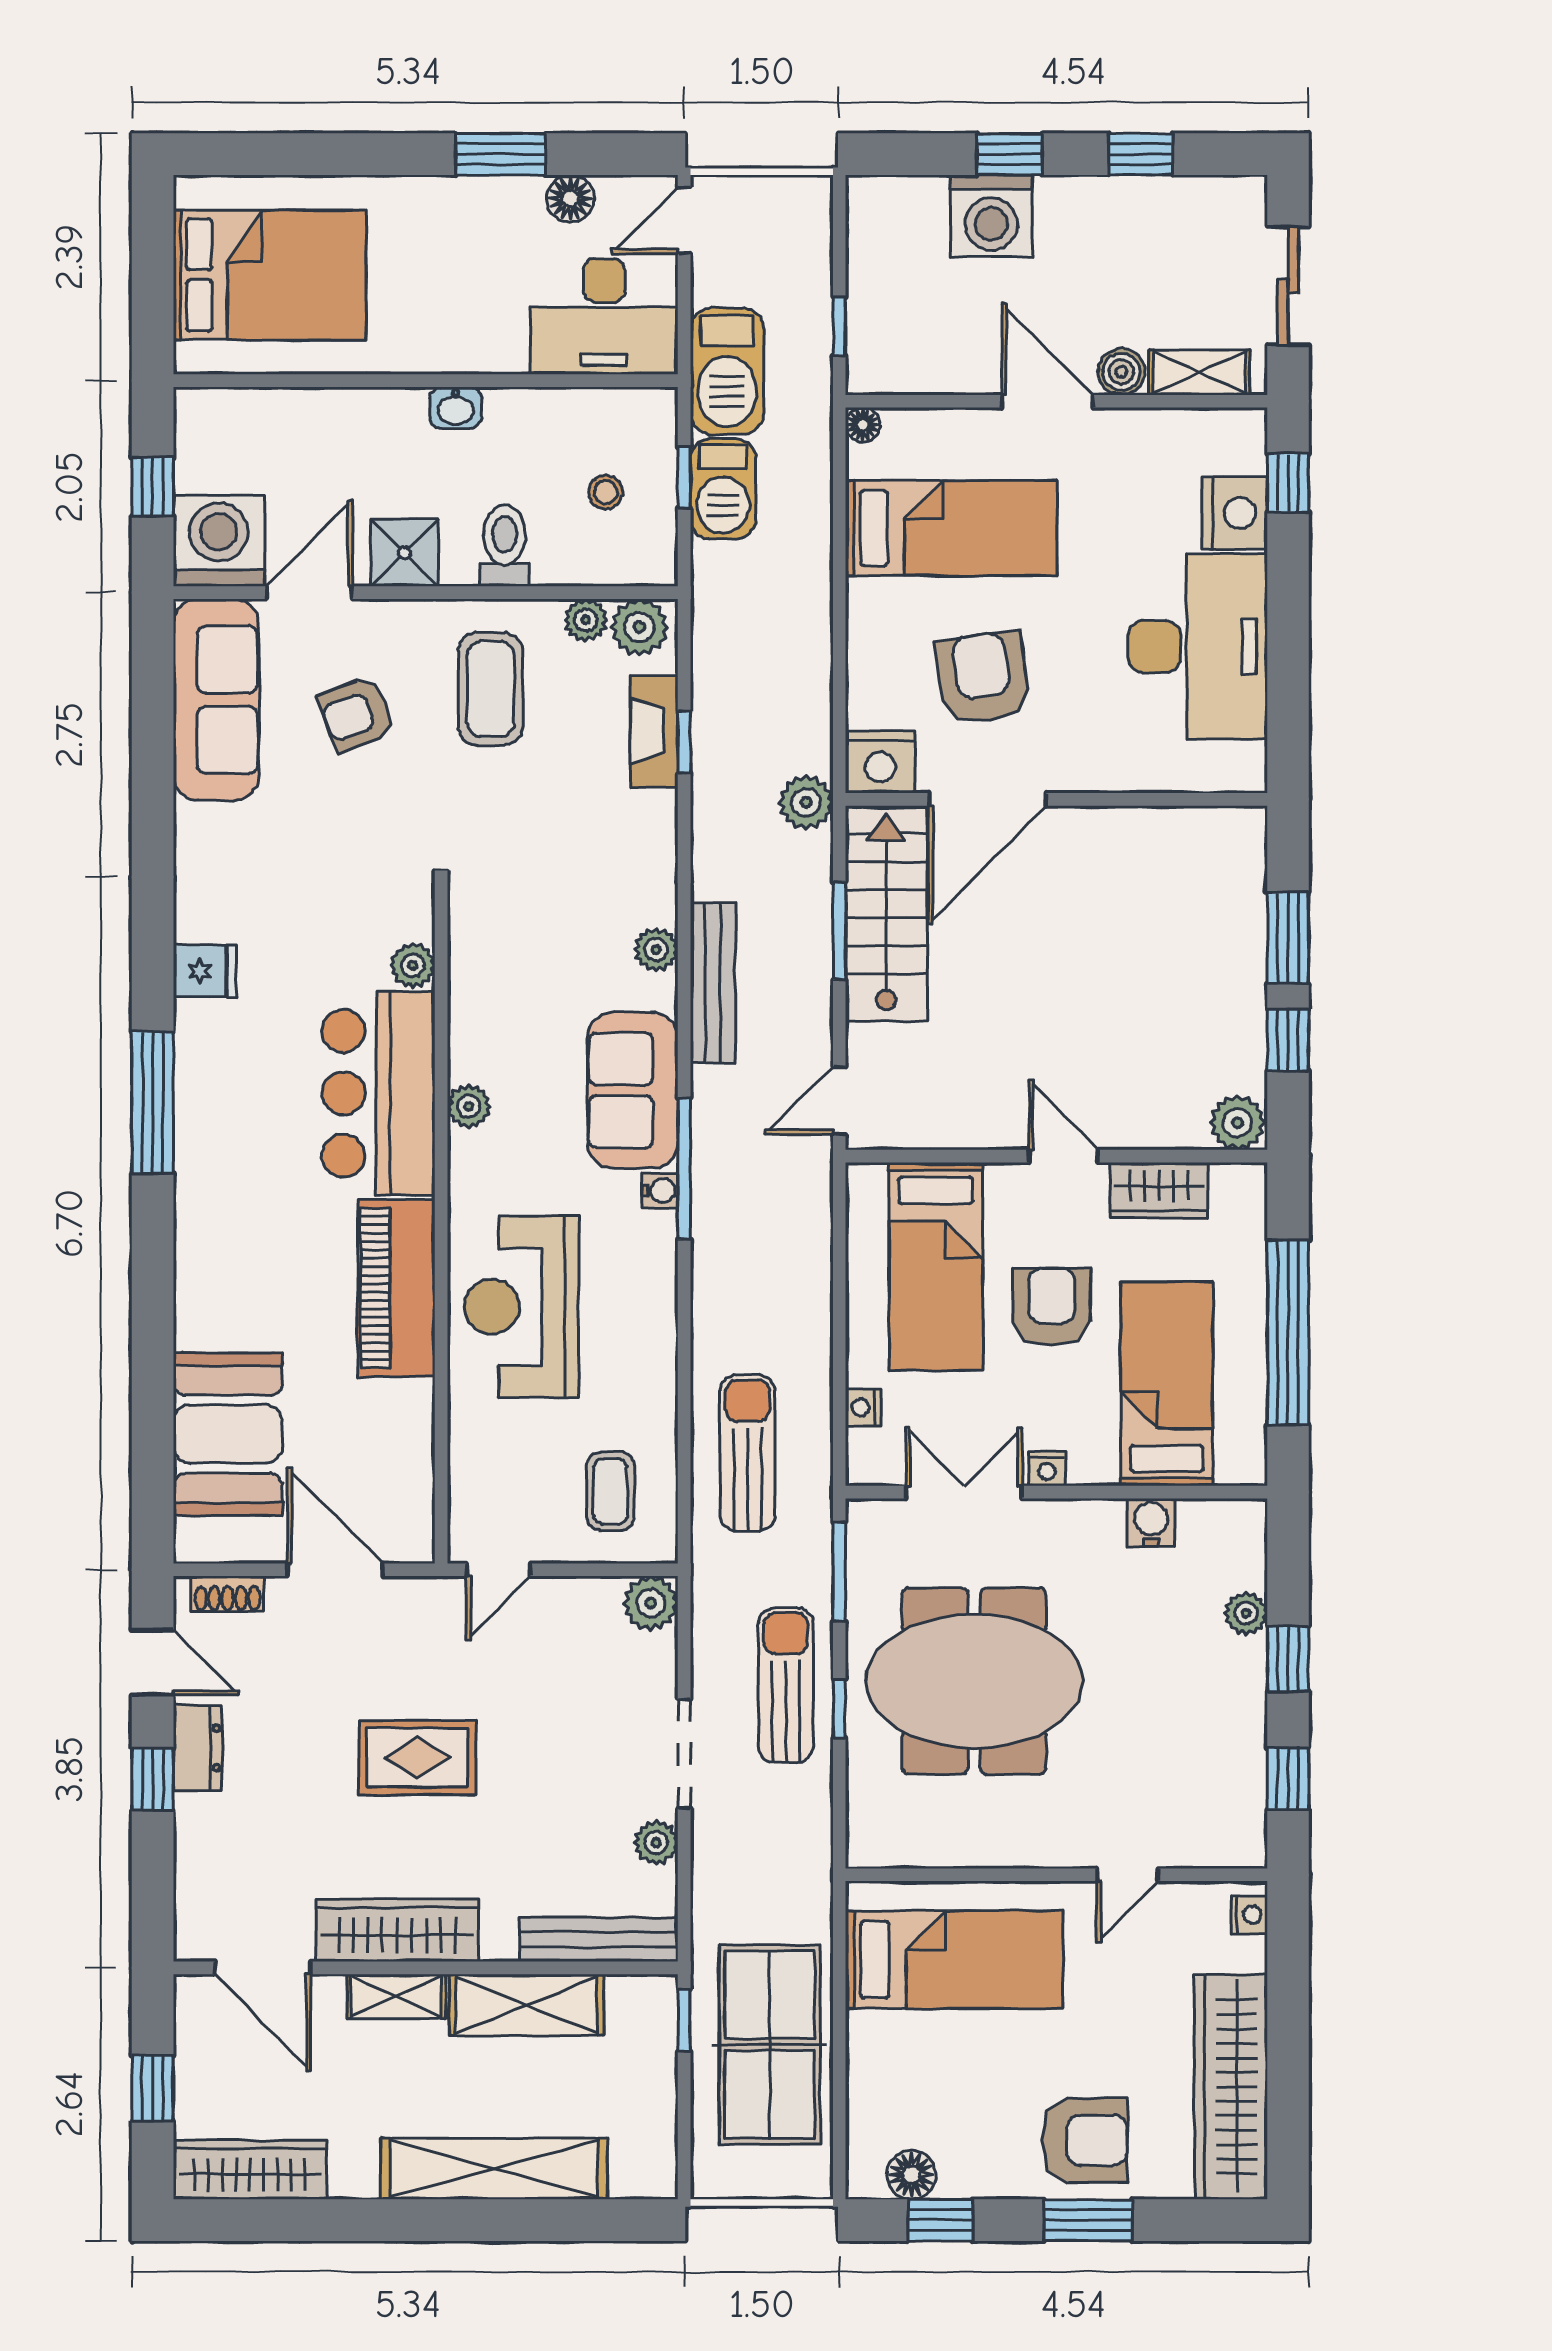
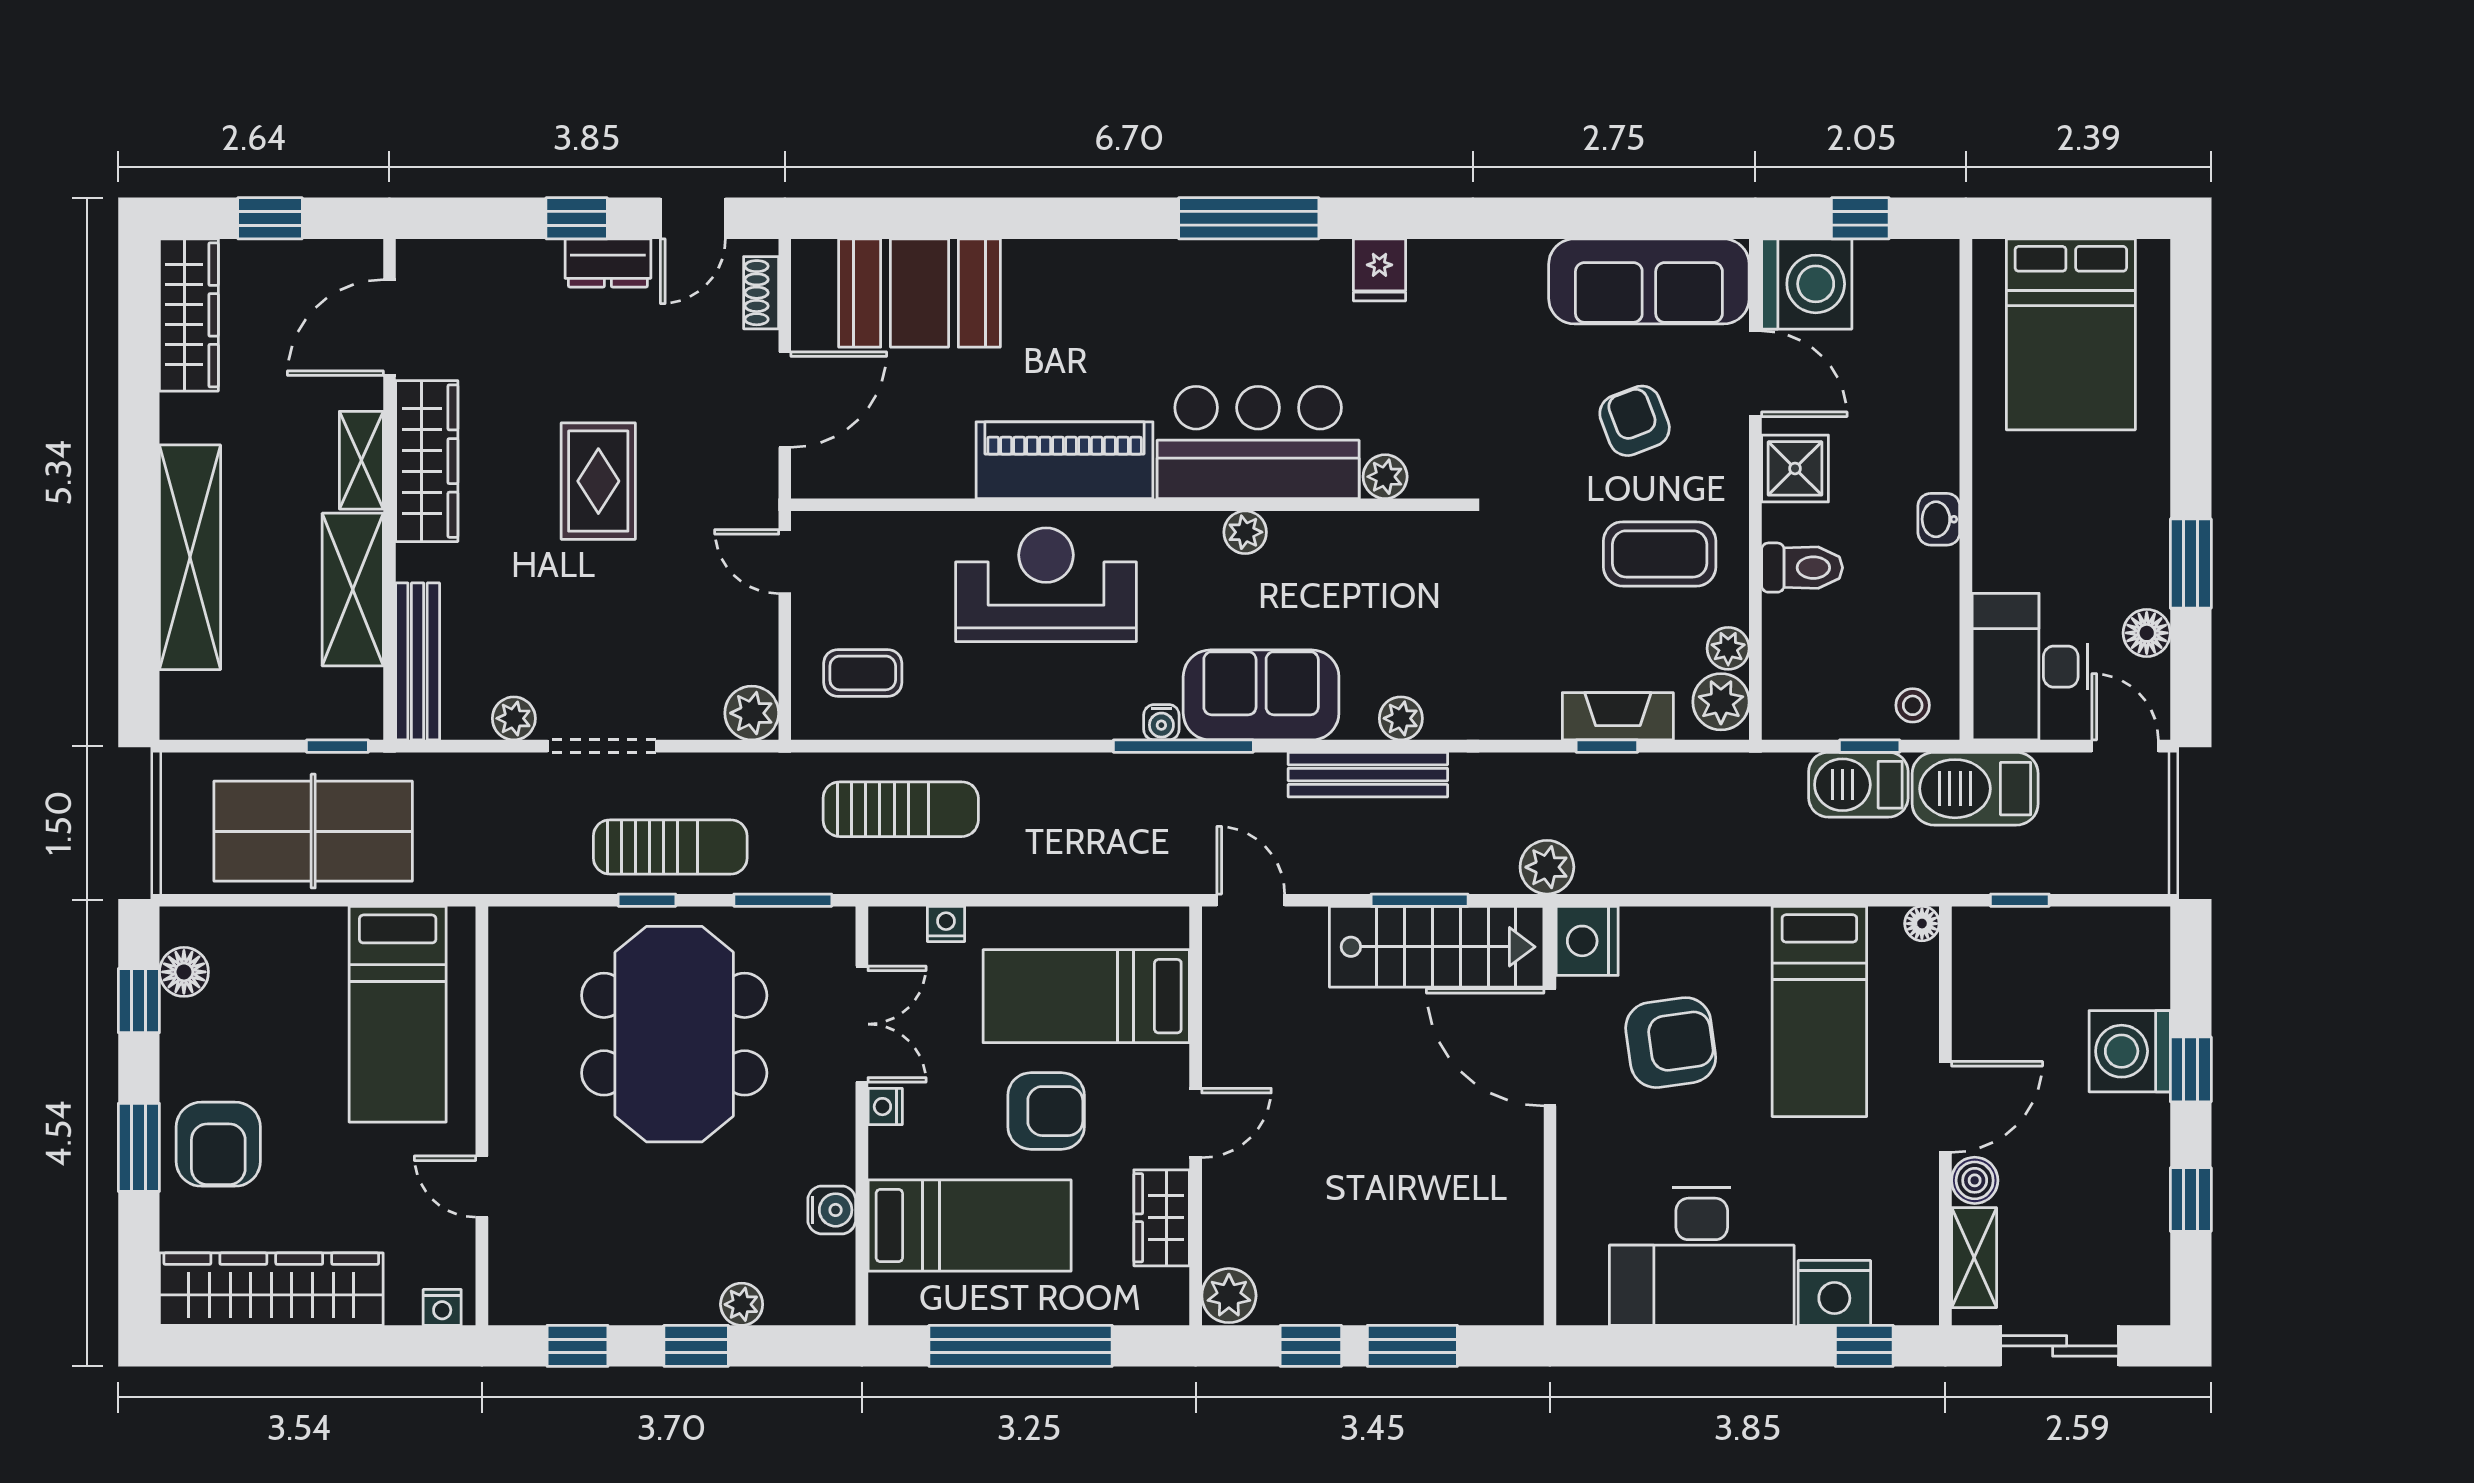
stool: (606, 492) -> (1913, 705), moved

